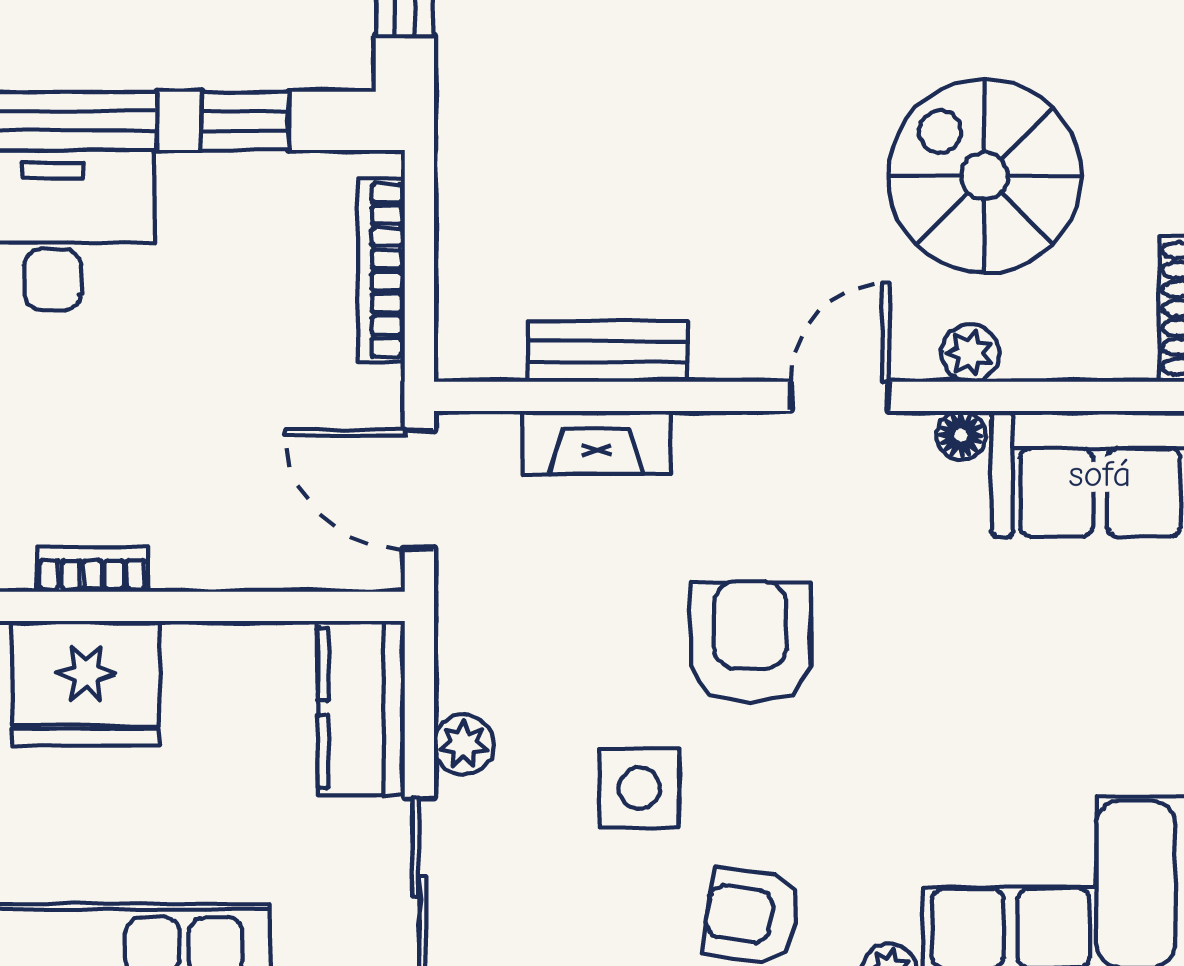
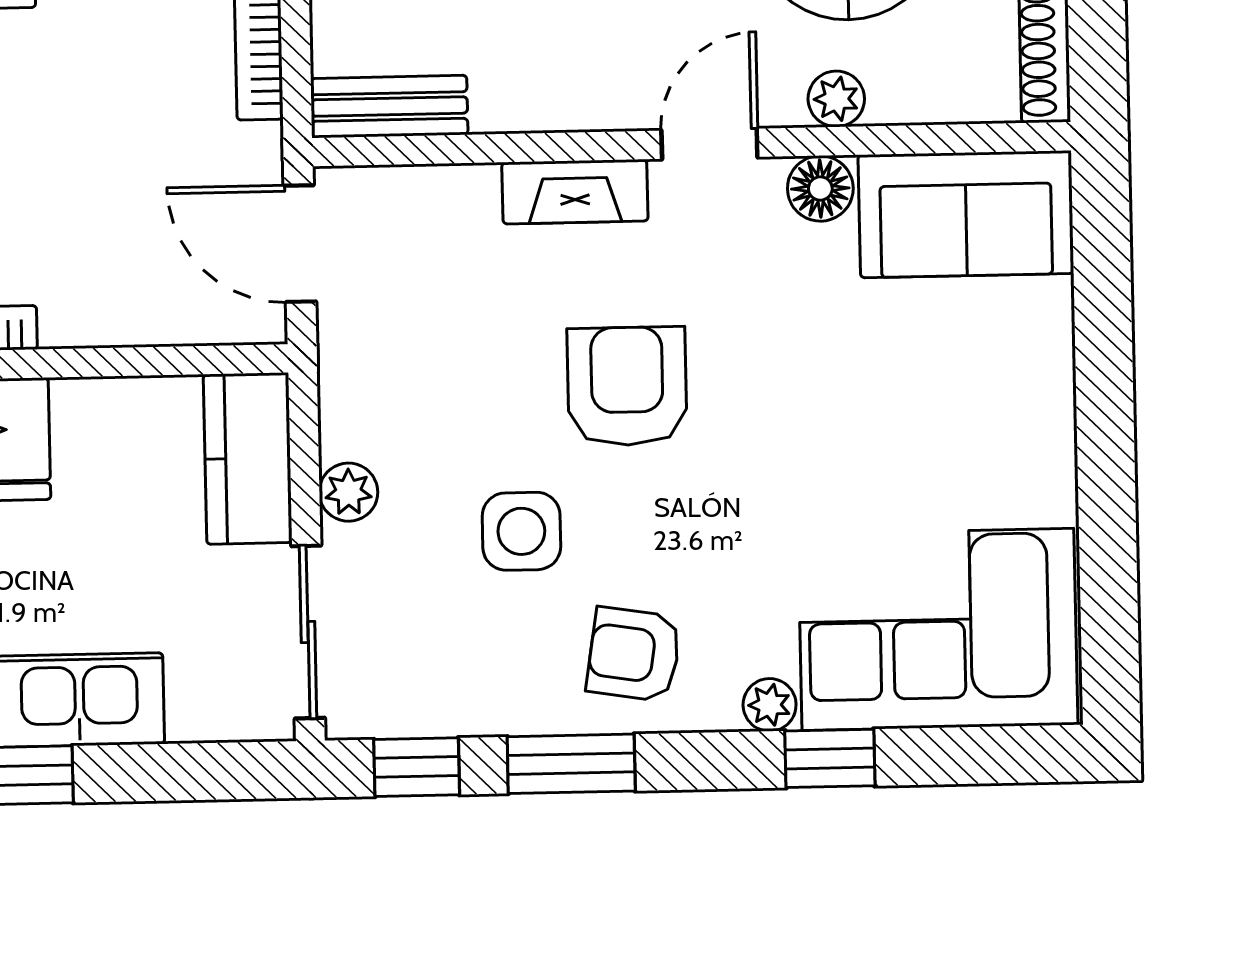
bench: (608, 351) -> (389, 107), moved
floor lamp: (961, 435) -> (820, 188), width x1.37, depth x1.37
fireplace: (596, 442) -> (575, 192), moved

